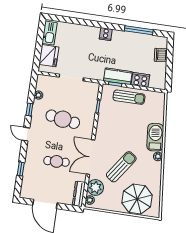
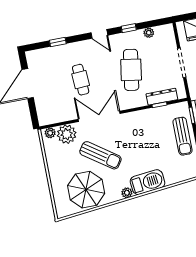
door: (26, 134) -> (99, 34), swing flipped
dresser: (79, 194) -> (162, 97), moved
parasol: (137, 199) -> (86, 190), moved

